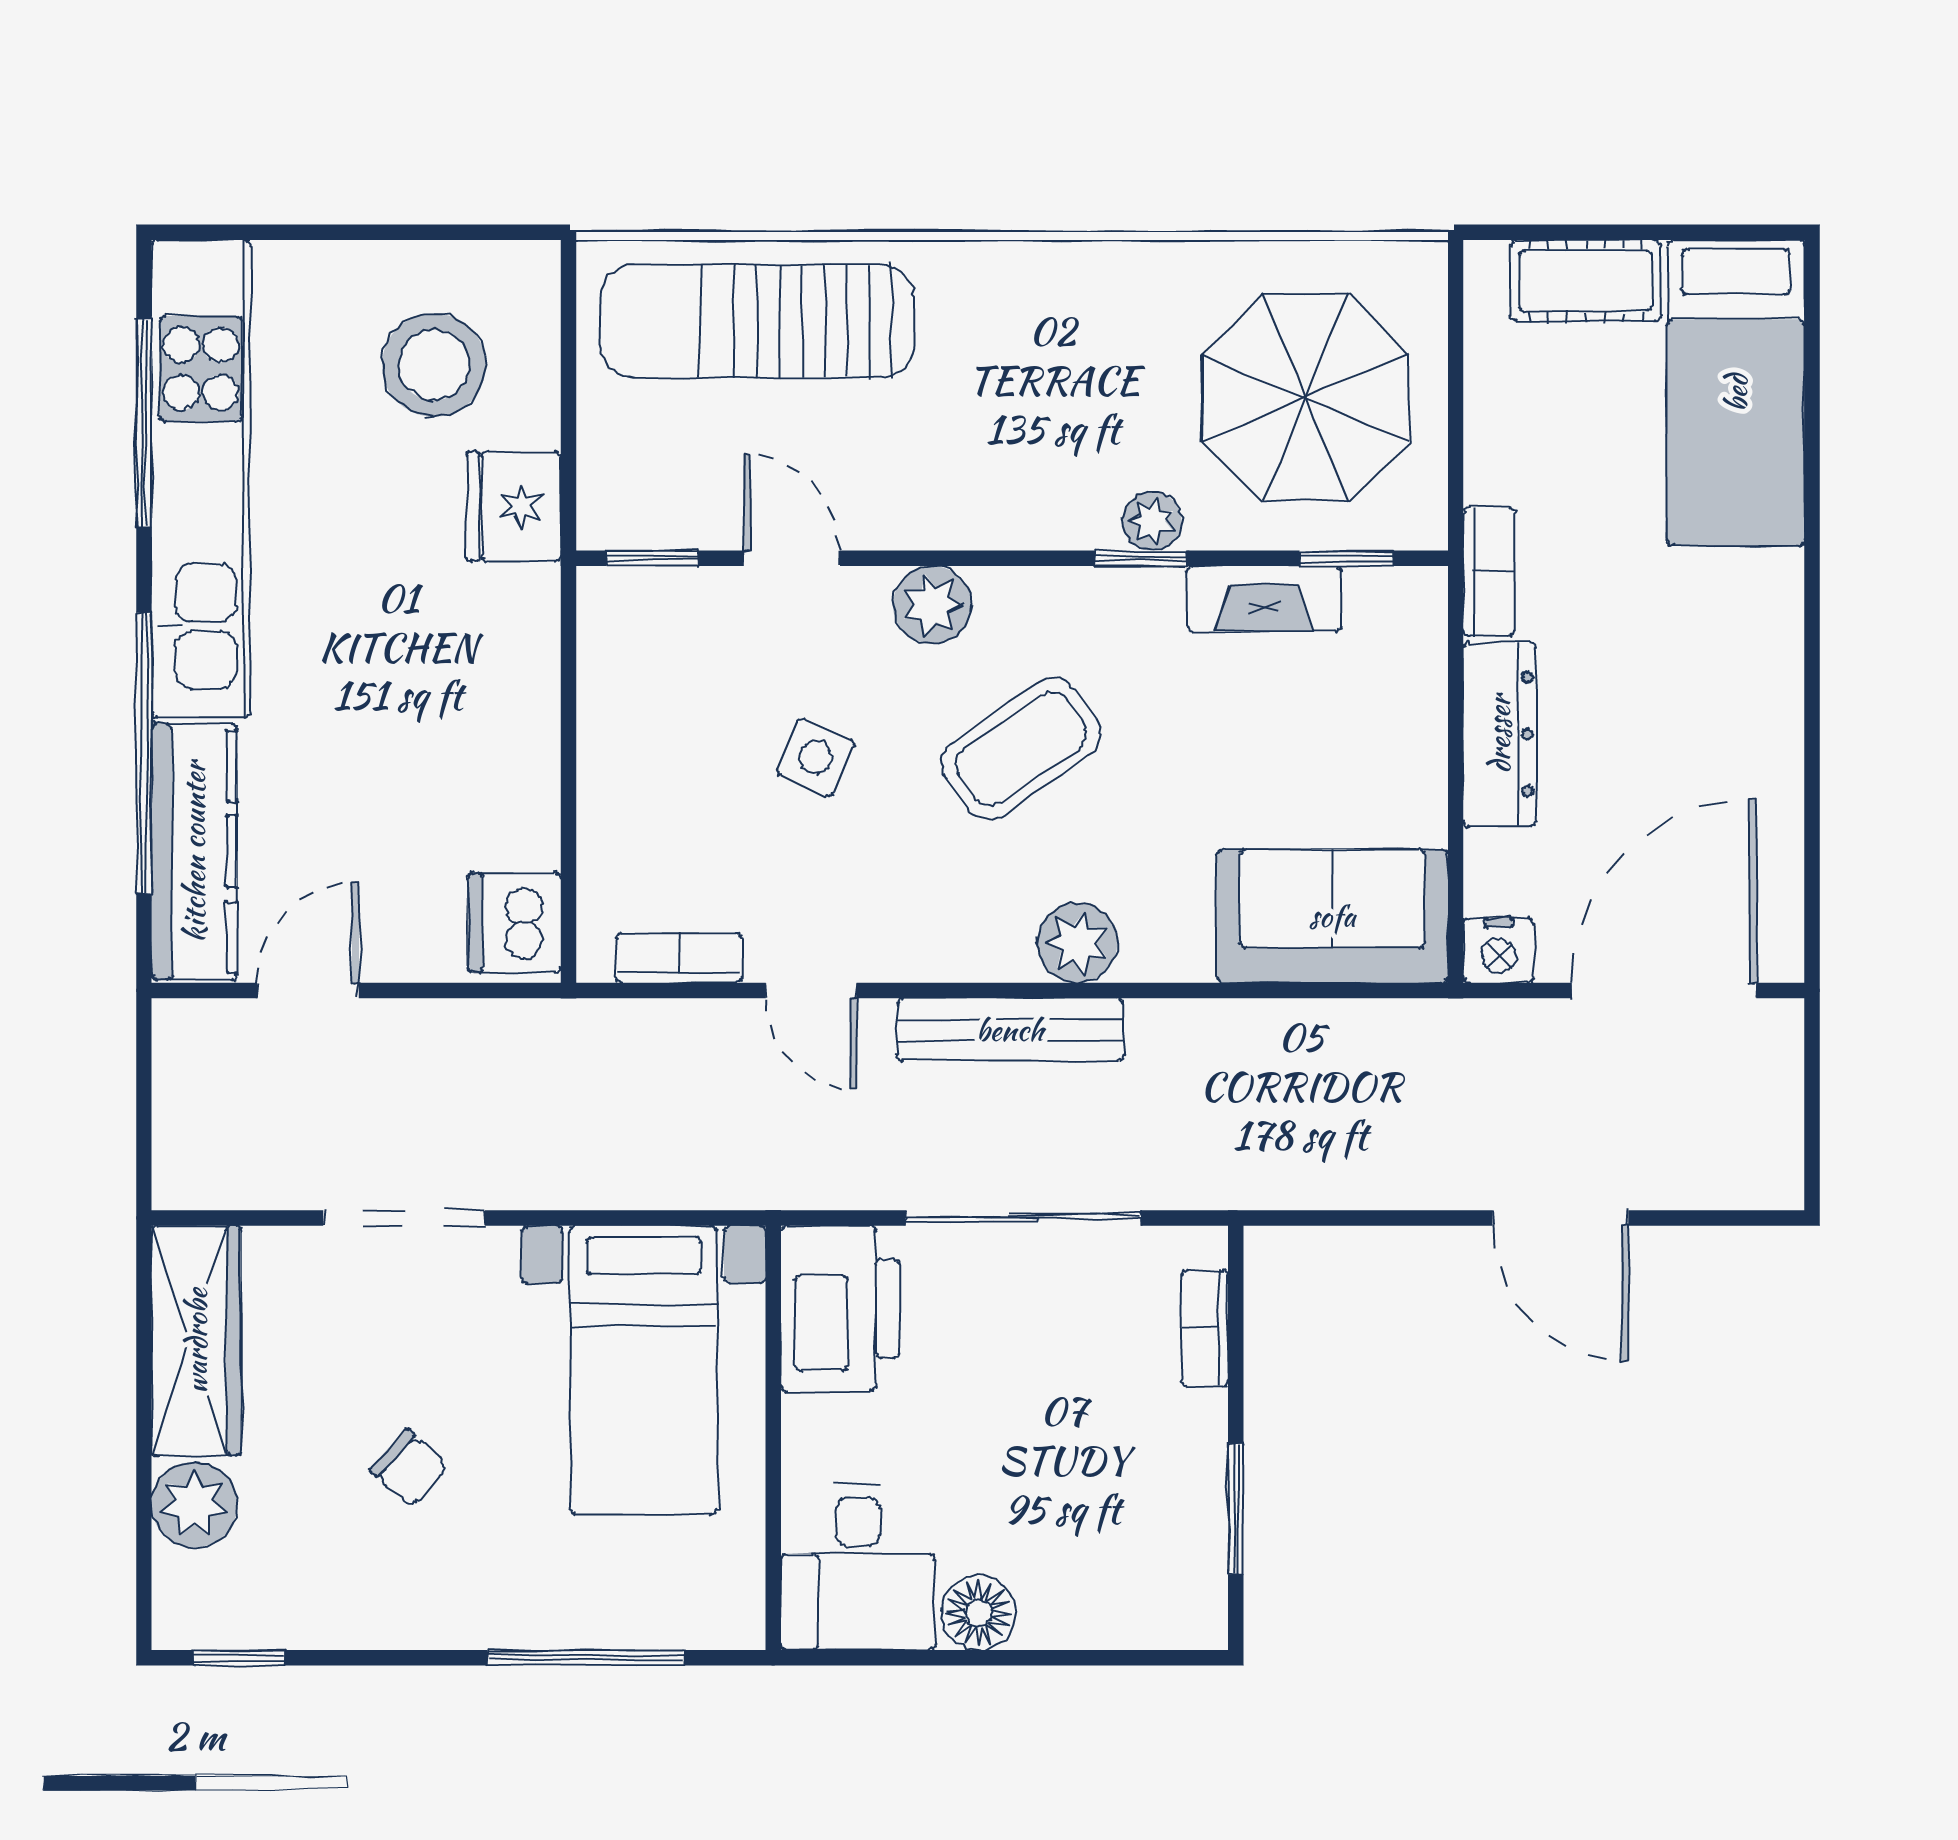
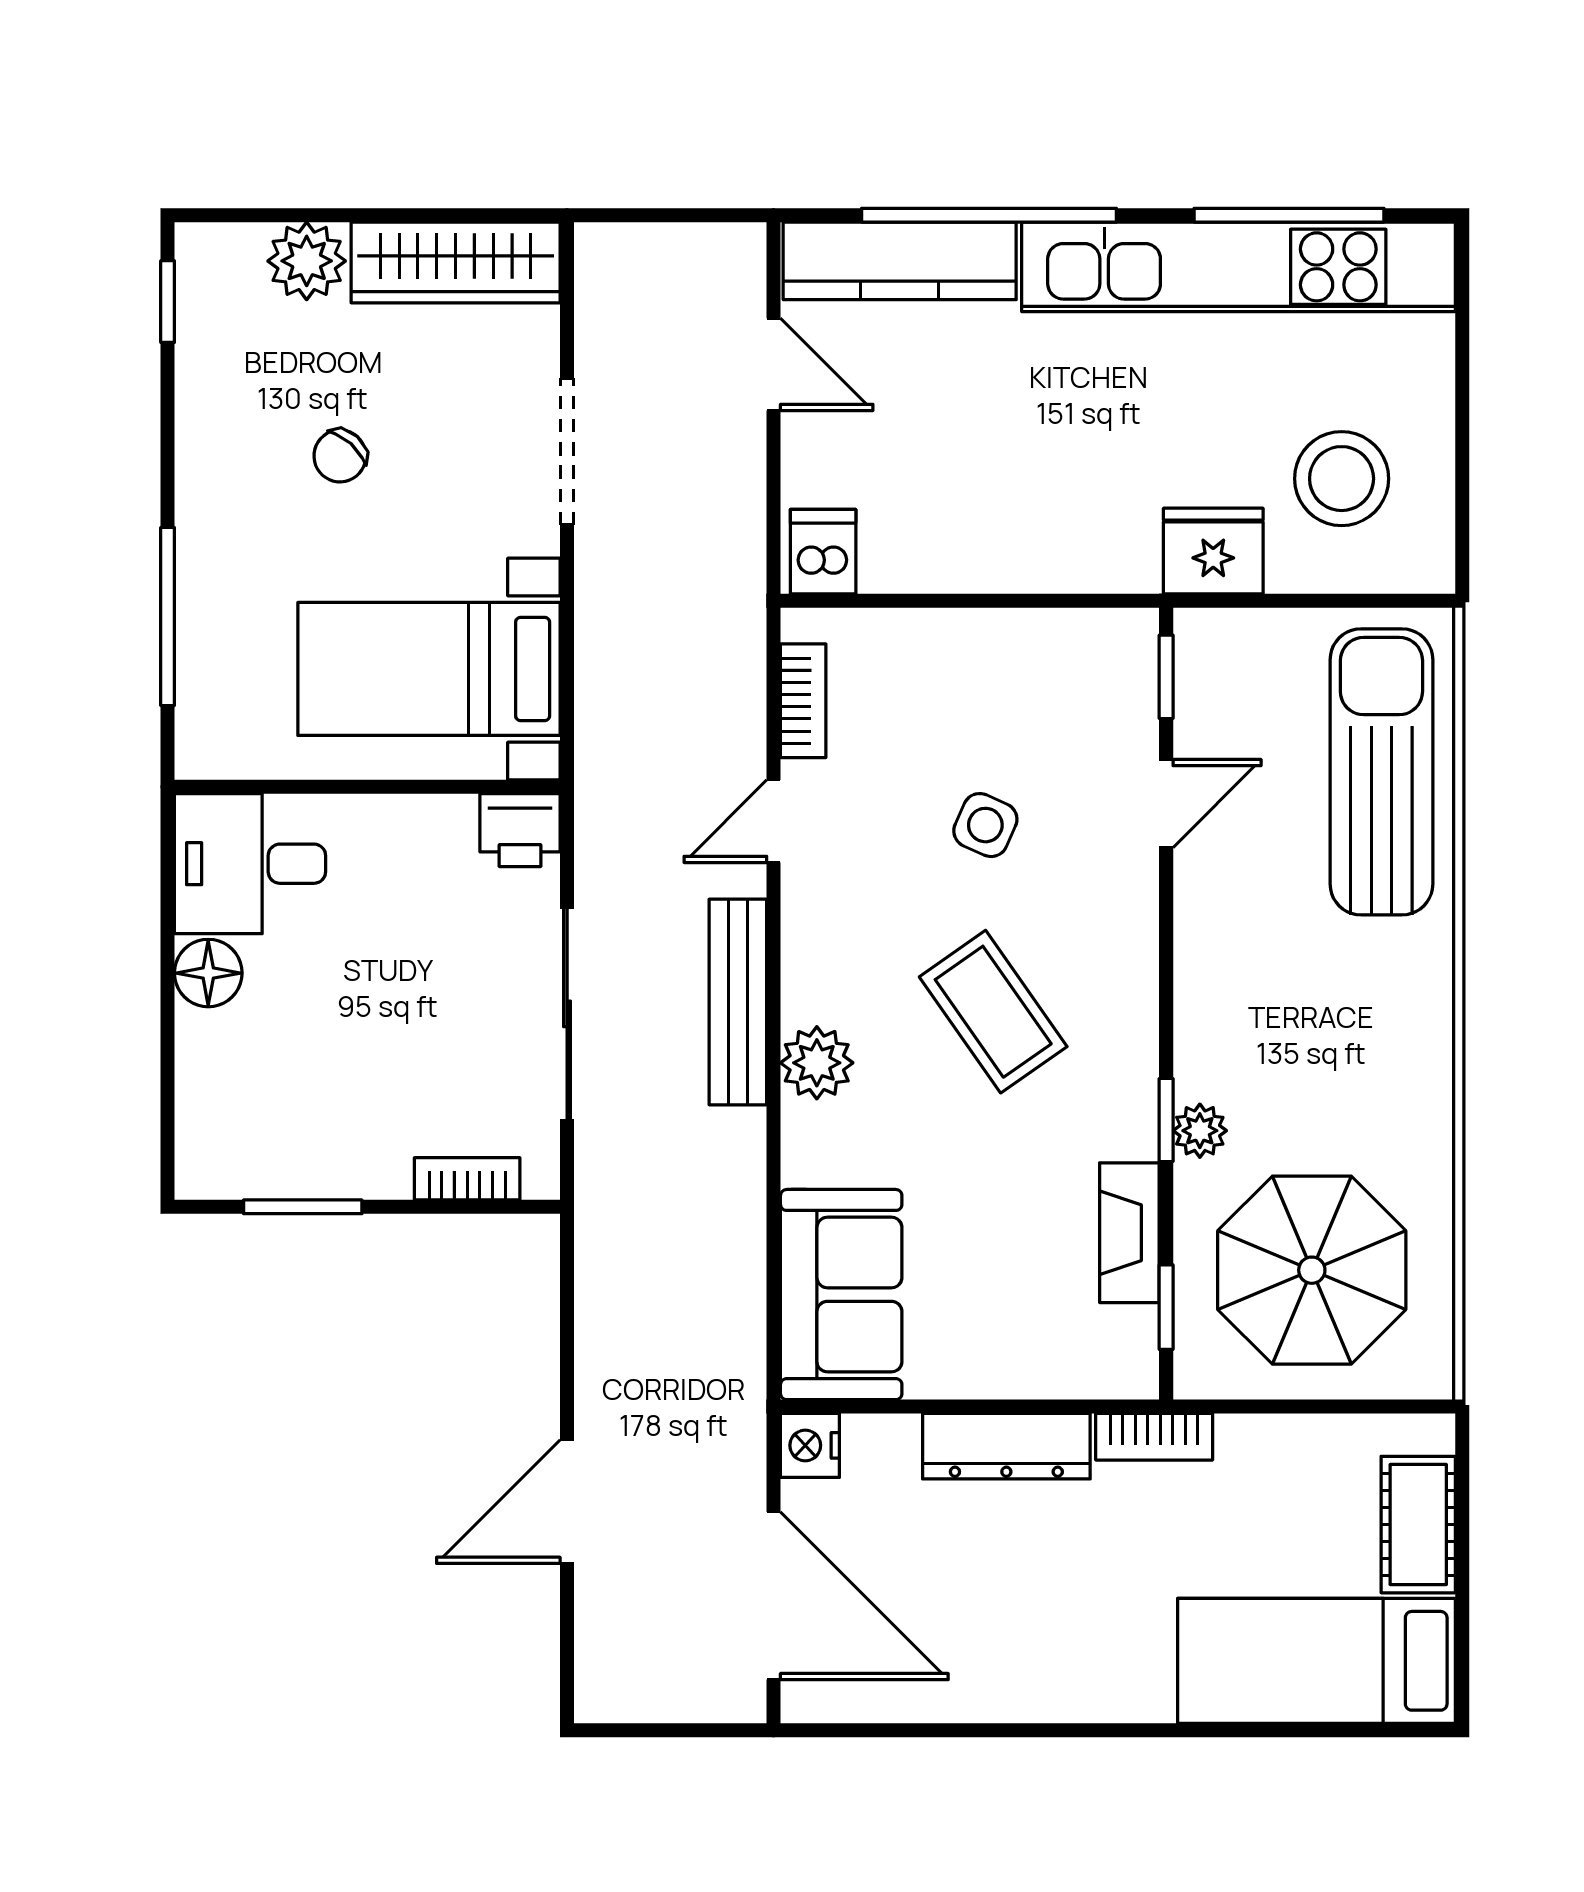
plant: (932, 605) -> (1124, 931), removed
dishwasher: (514, 922) -> (823, 552), width x0.73
printer: (840, 1308) -> (520, 830), width x0.53, depth x0.68

